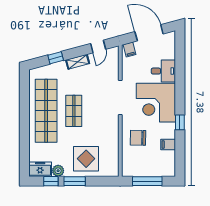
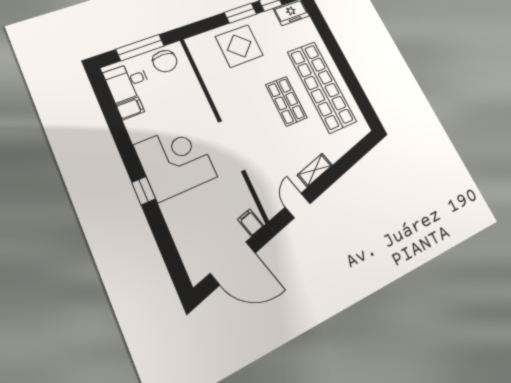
window: (56, 58) -> (346, 162), removed
desk: (163, 71) -> (127, 82), moved
window: (180, 122) -> (144, 191), moved
chair: (138, 138) -> (165, 61), moved, turned 89
plant: (58, 171) -> (268, 18), removed

